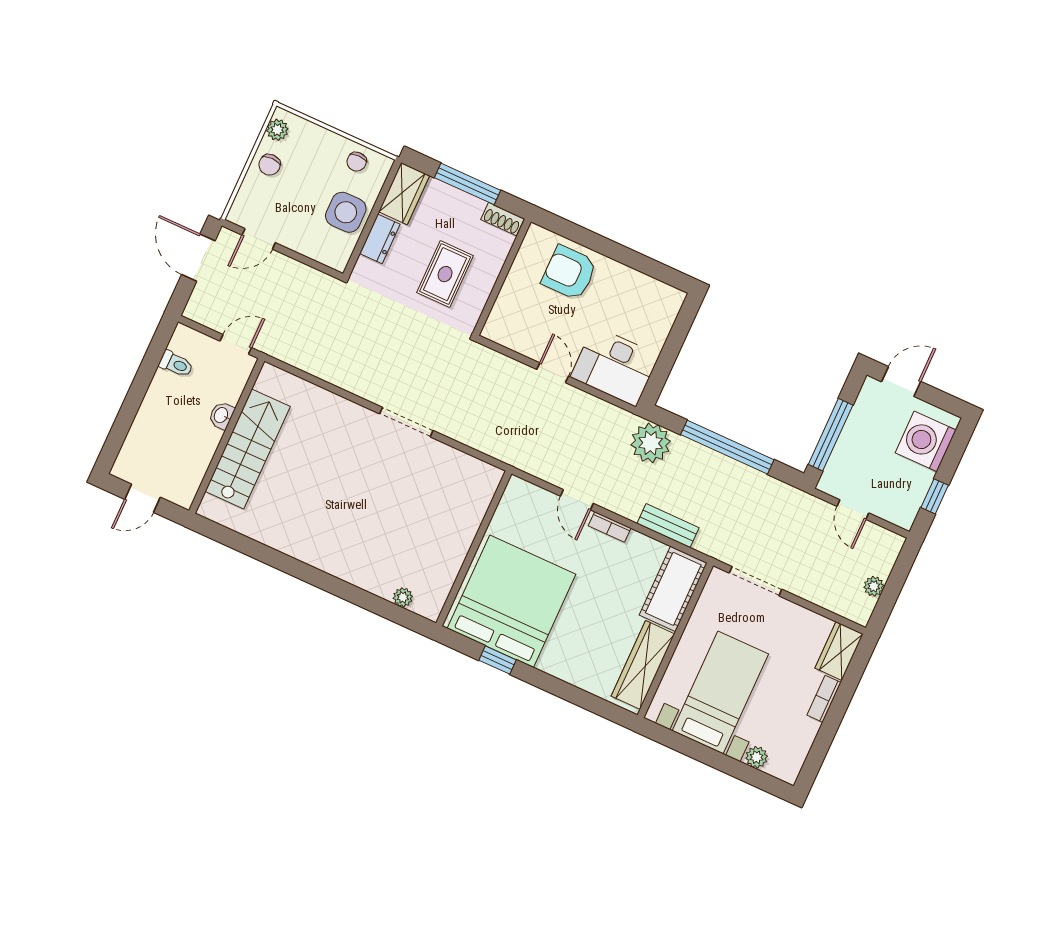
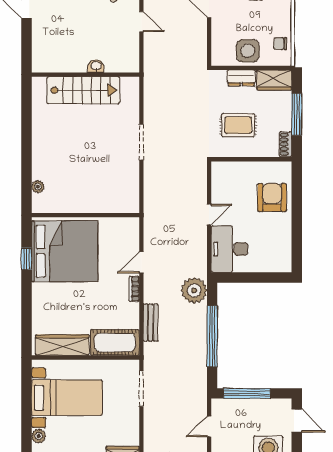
washbasin: (221, 415) -> (96, 66), moved
wall: (227, 436) -> (85, 75), moved
stairs: (248, 449) -> (83, 90), moved

